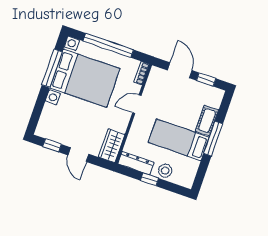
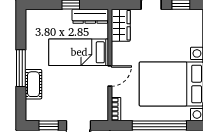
bed: (179, 140) -> (79, 52), moved, turned 180
stool: (165, 171) -> (58, 19), removed

